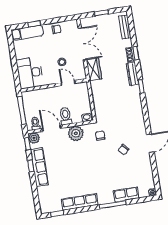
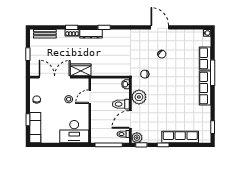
row of seats: (39, 167) -> (180, 137), moved
row of seats: (80, 202) -> (205, 88), moved

